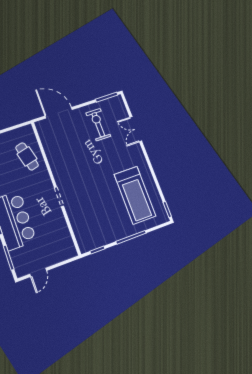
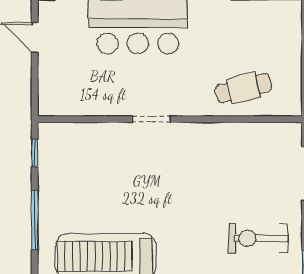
exercise bike: (98, 125) -> (258, 238), turned 180

